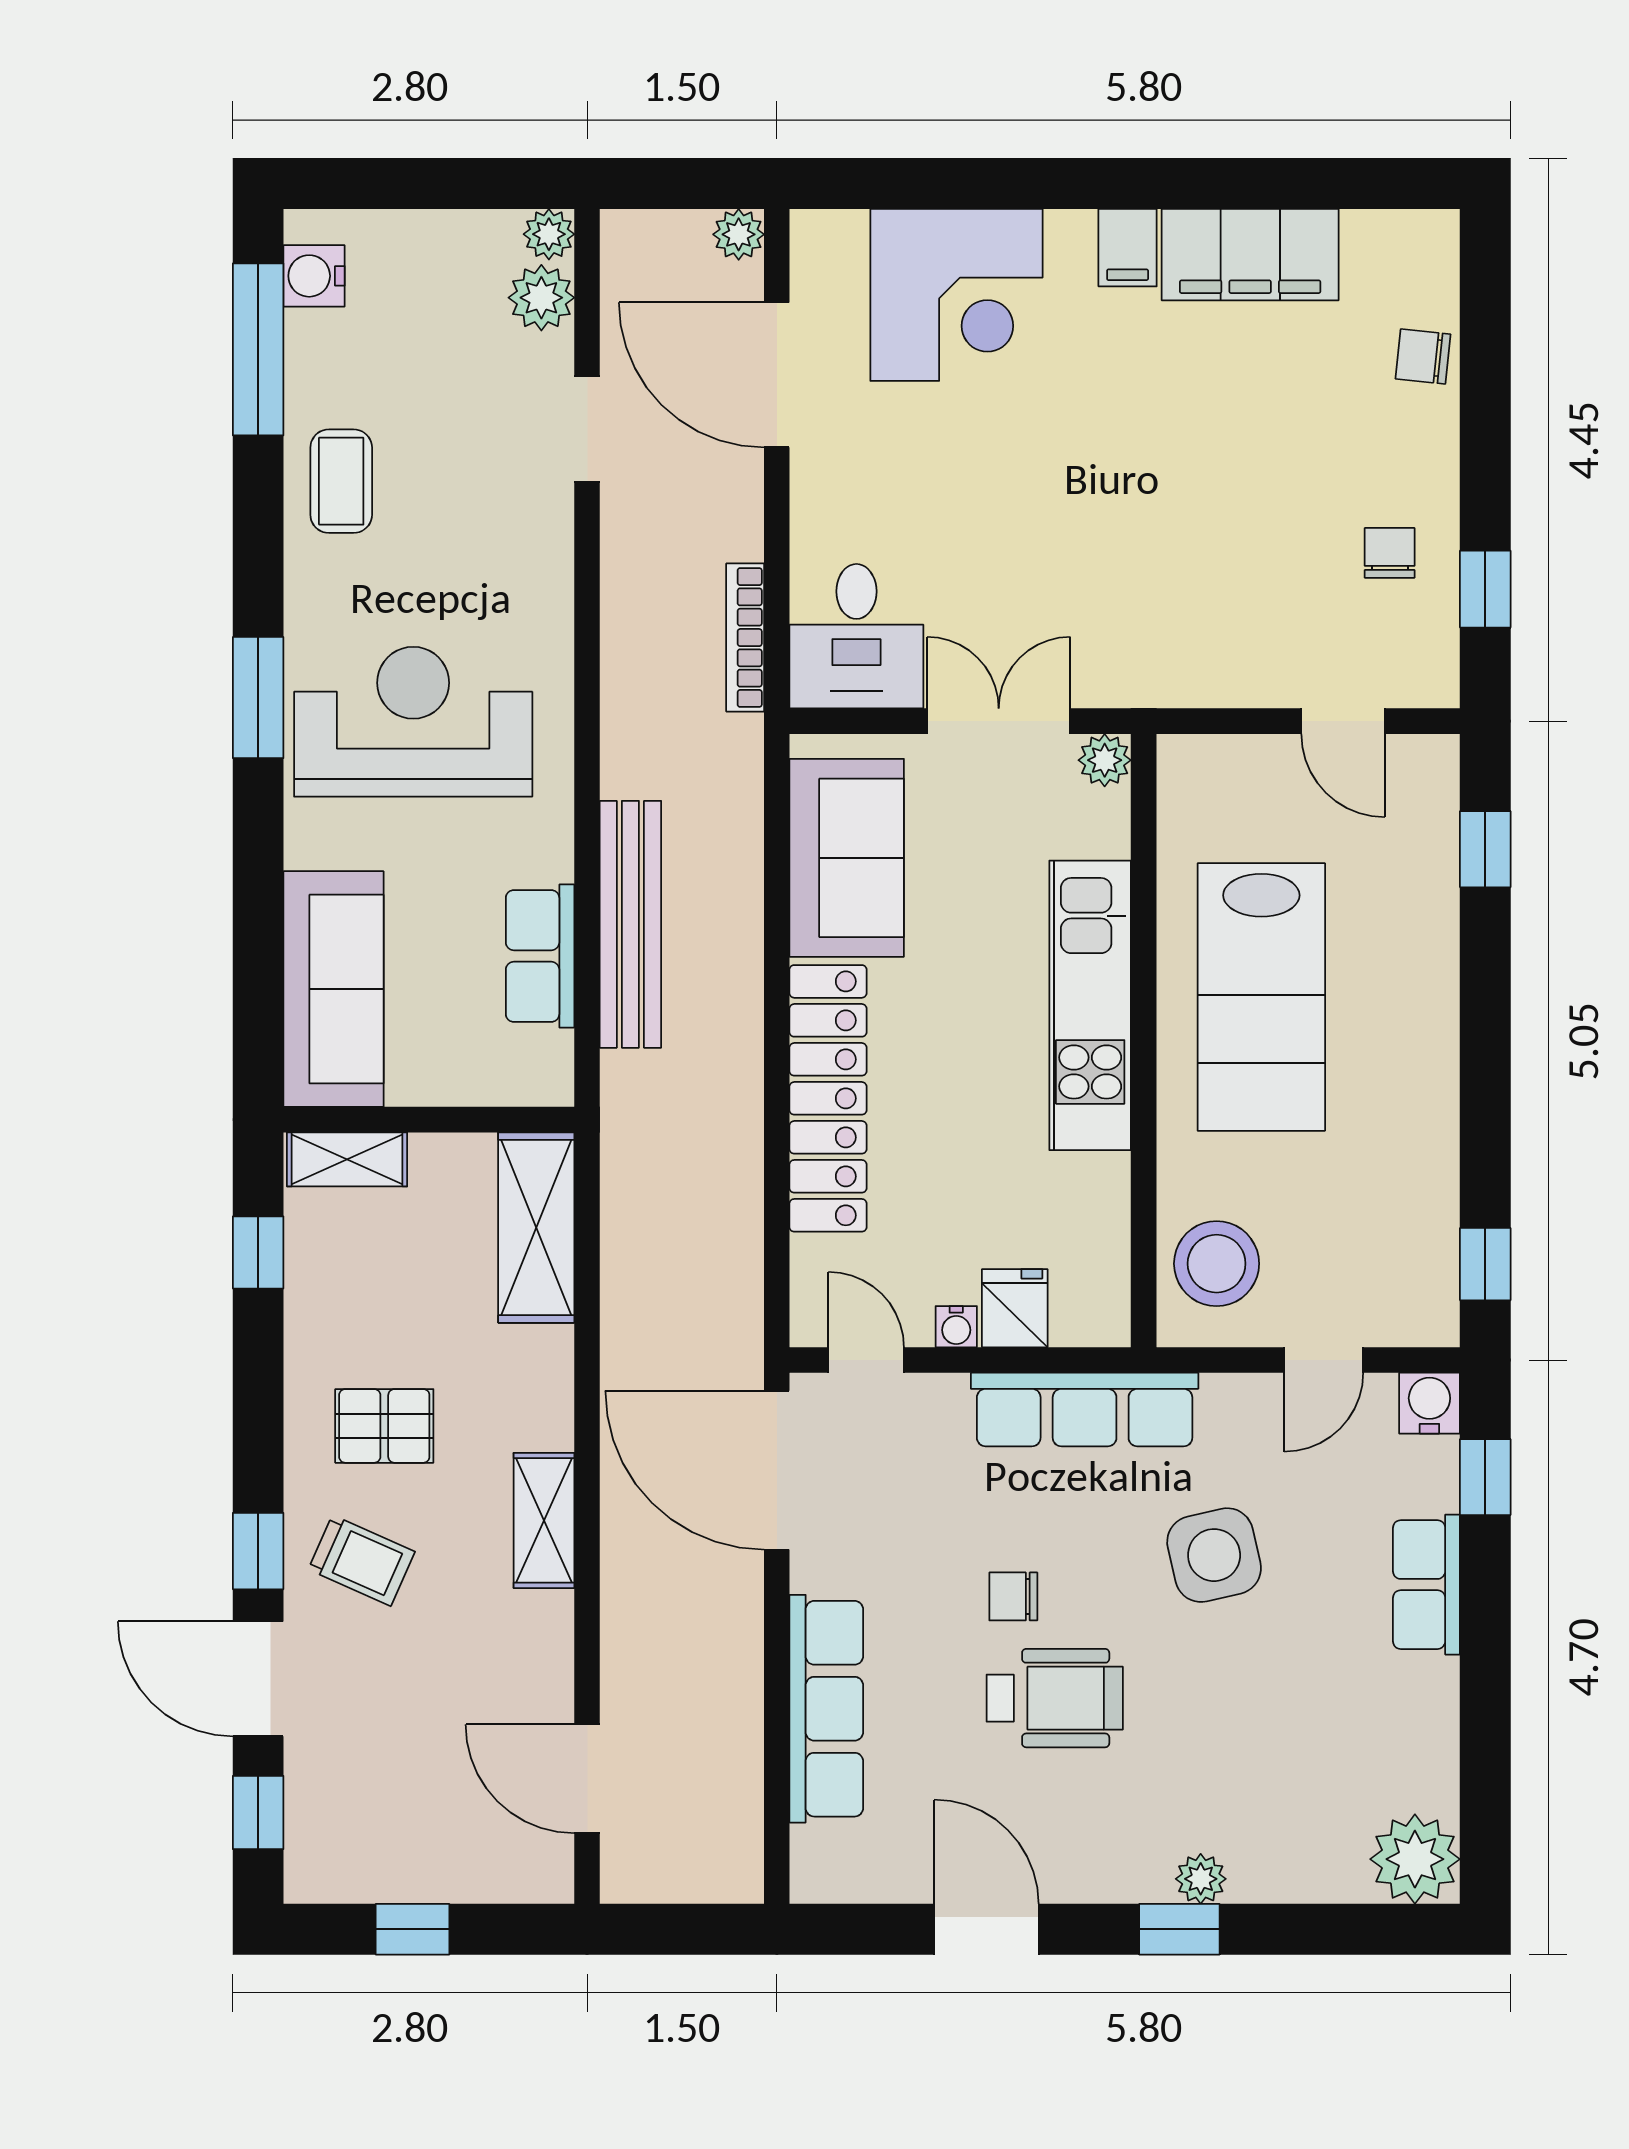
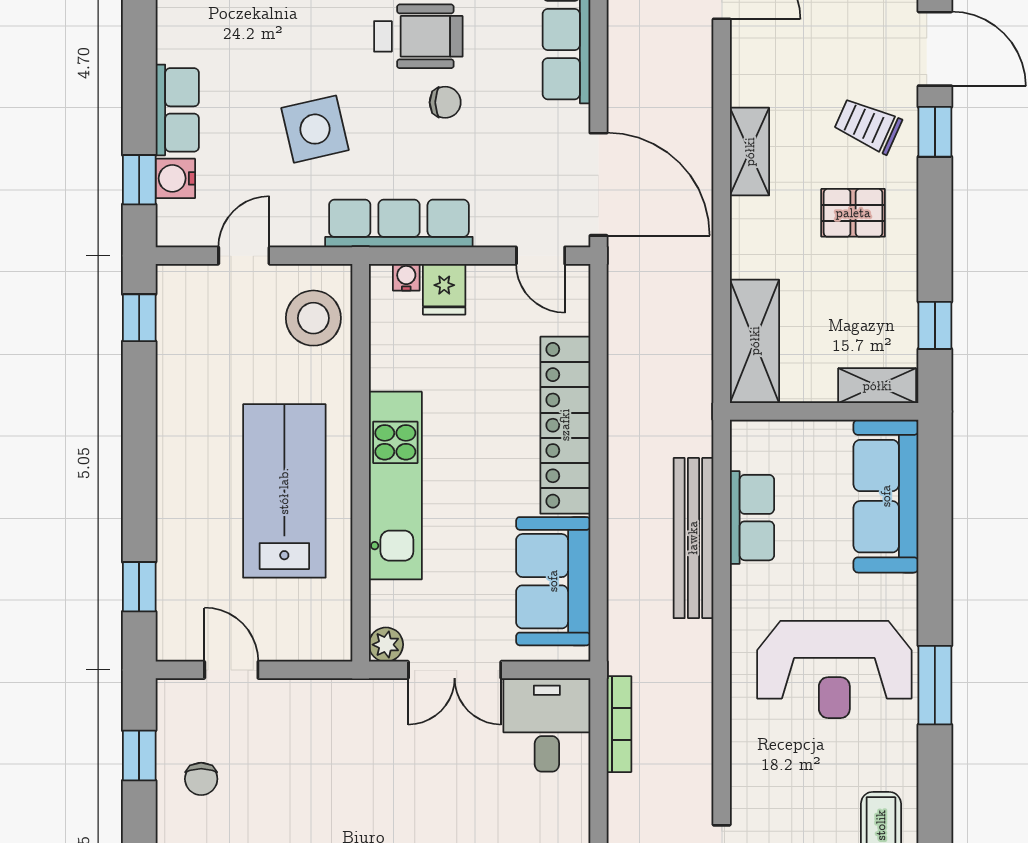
water cooler: (956, 1327) -> (406, 277), moved
water cooler: (1429, 1403) -> (175, 178), moved, turned 90
wheelchair: (1055, 1698) -> (418, 36), turned 180

